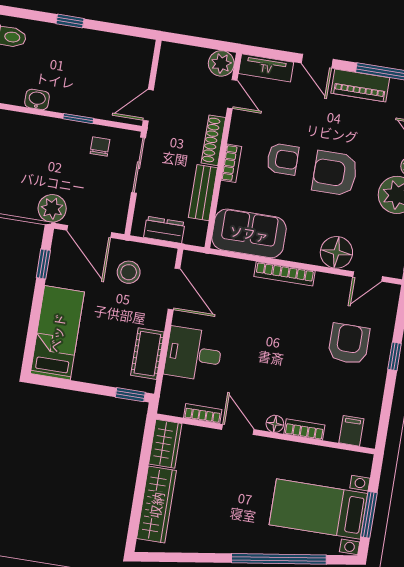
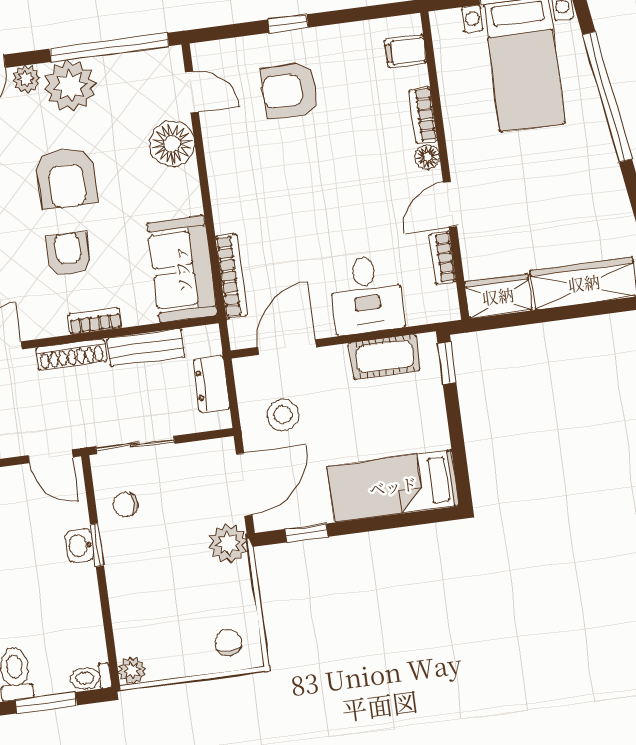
washbasin: (37, 99) -> (80, 546), moved
bookcase: (285, 274) -> (231, 276), moved

